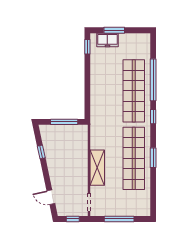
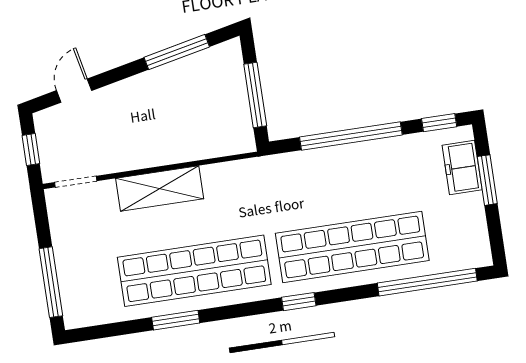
window: (153, 80) -> (427, 282), moved
window: (87, 84) -> (351, 136), added
window: (41, 152) -> (177, 52), width x2.17
window: (153, 158) -> (176, 320), moved
window: (119, 219) -> (51, 282), moved

